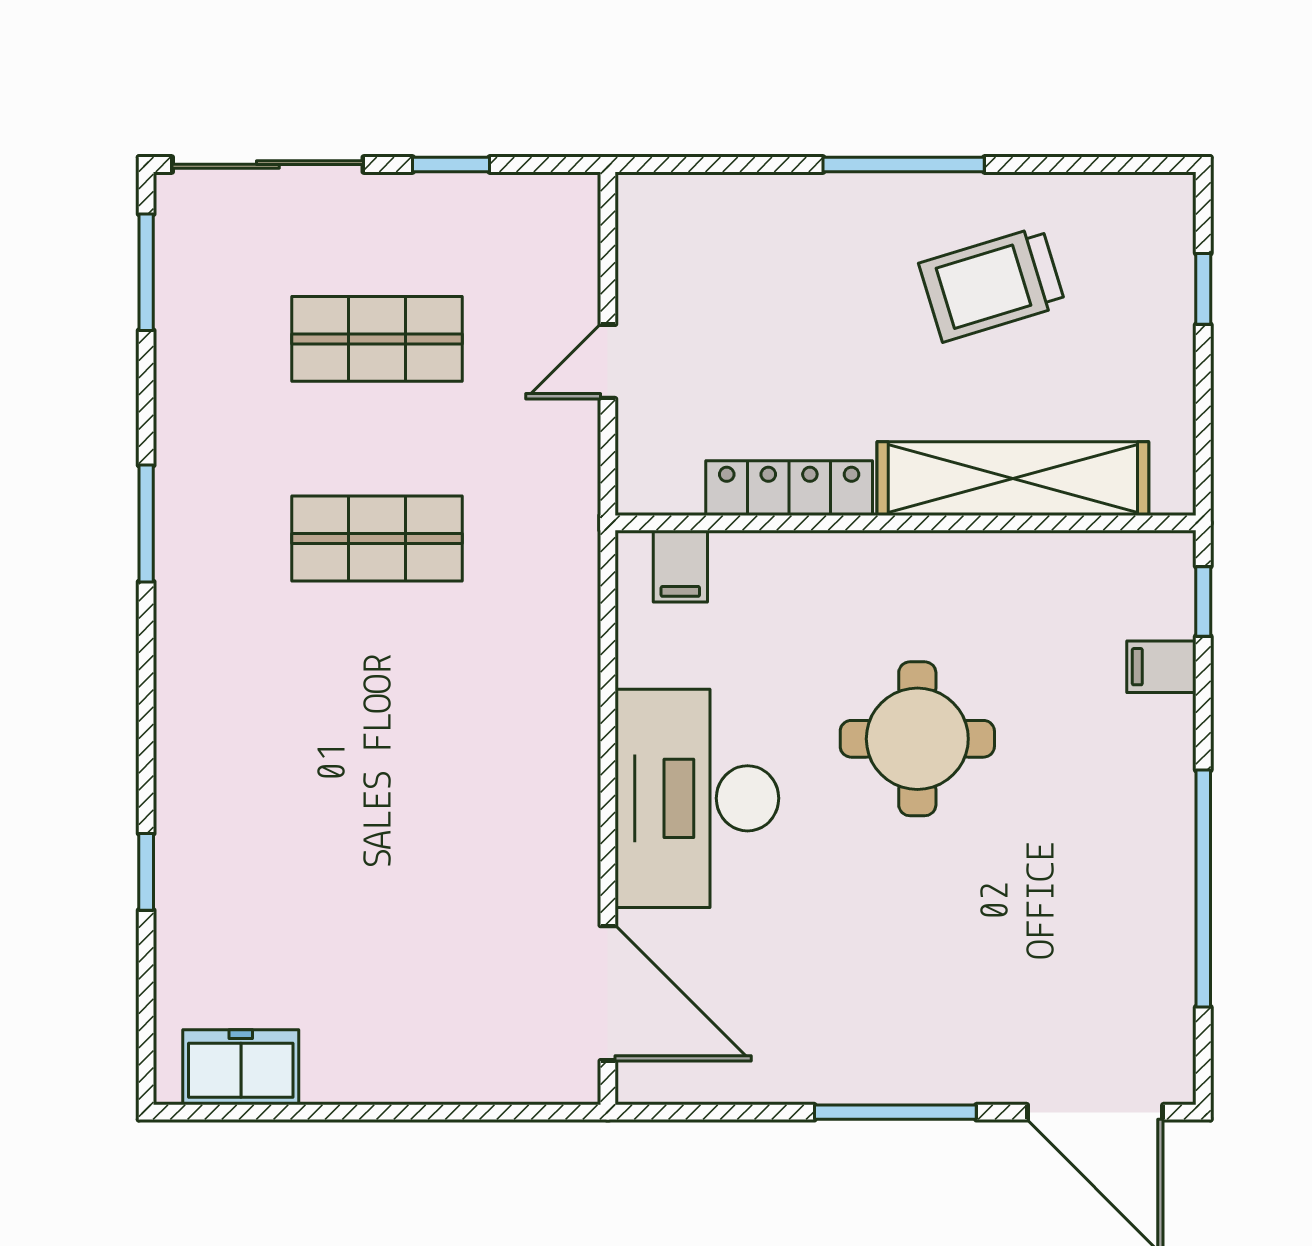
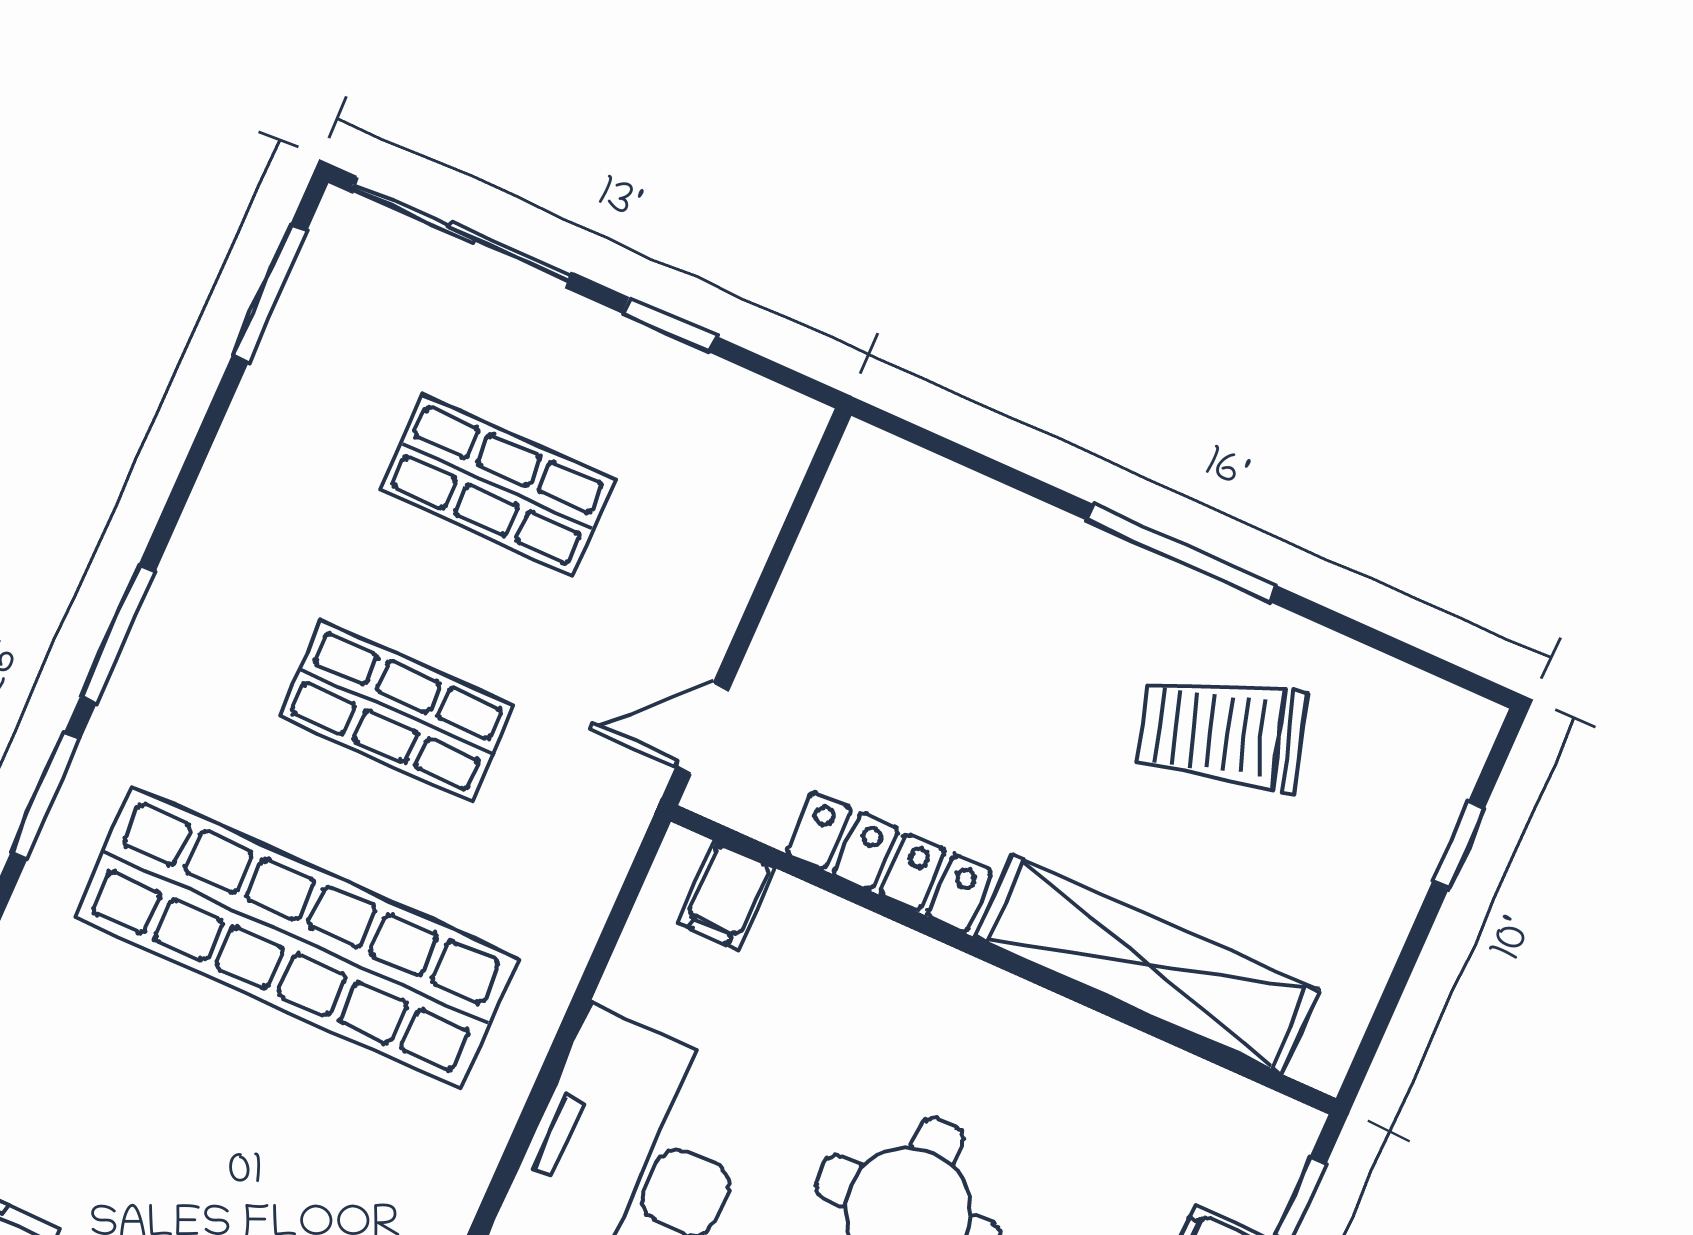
door: (608, 361) -> (702, 728), moved
window: (146, 524) -> (118, 634), moved
window: (146, 716) -> (46, 795), added
shop shelf: (377, 738) -> (296, 937), added

